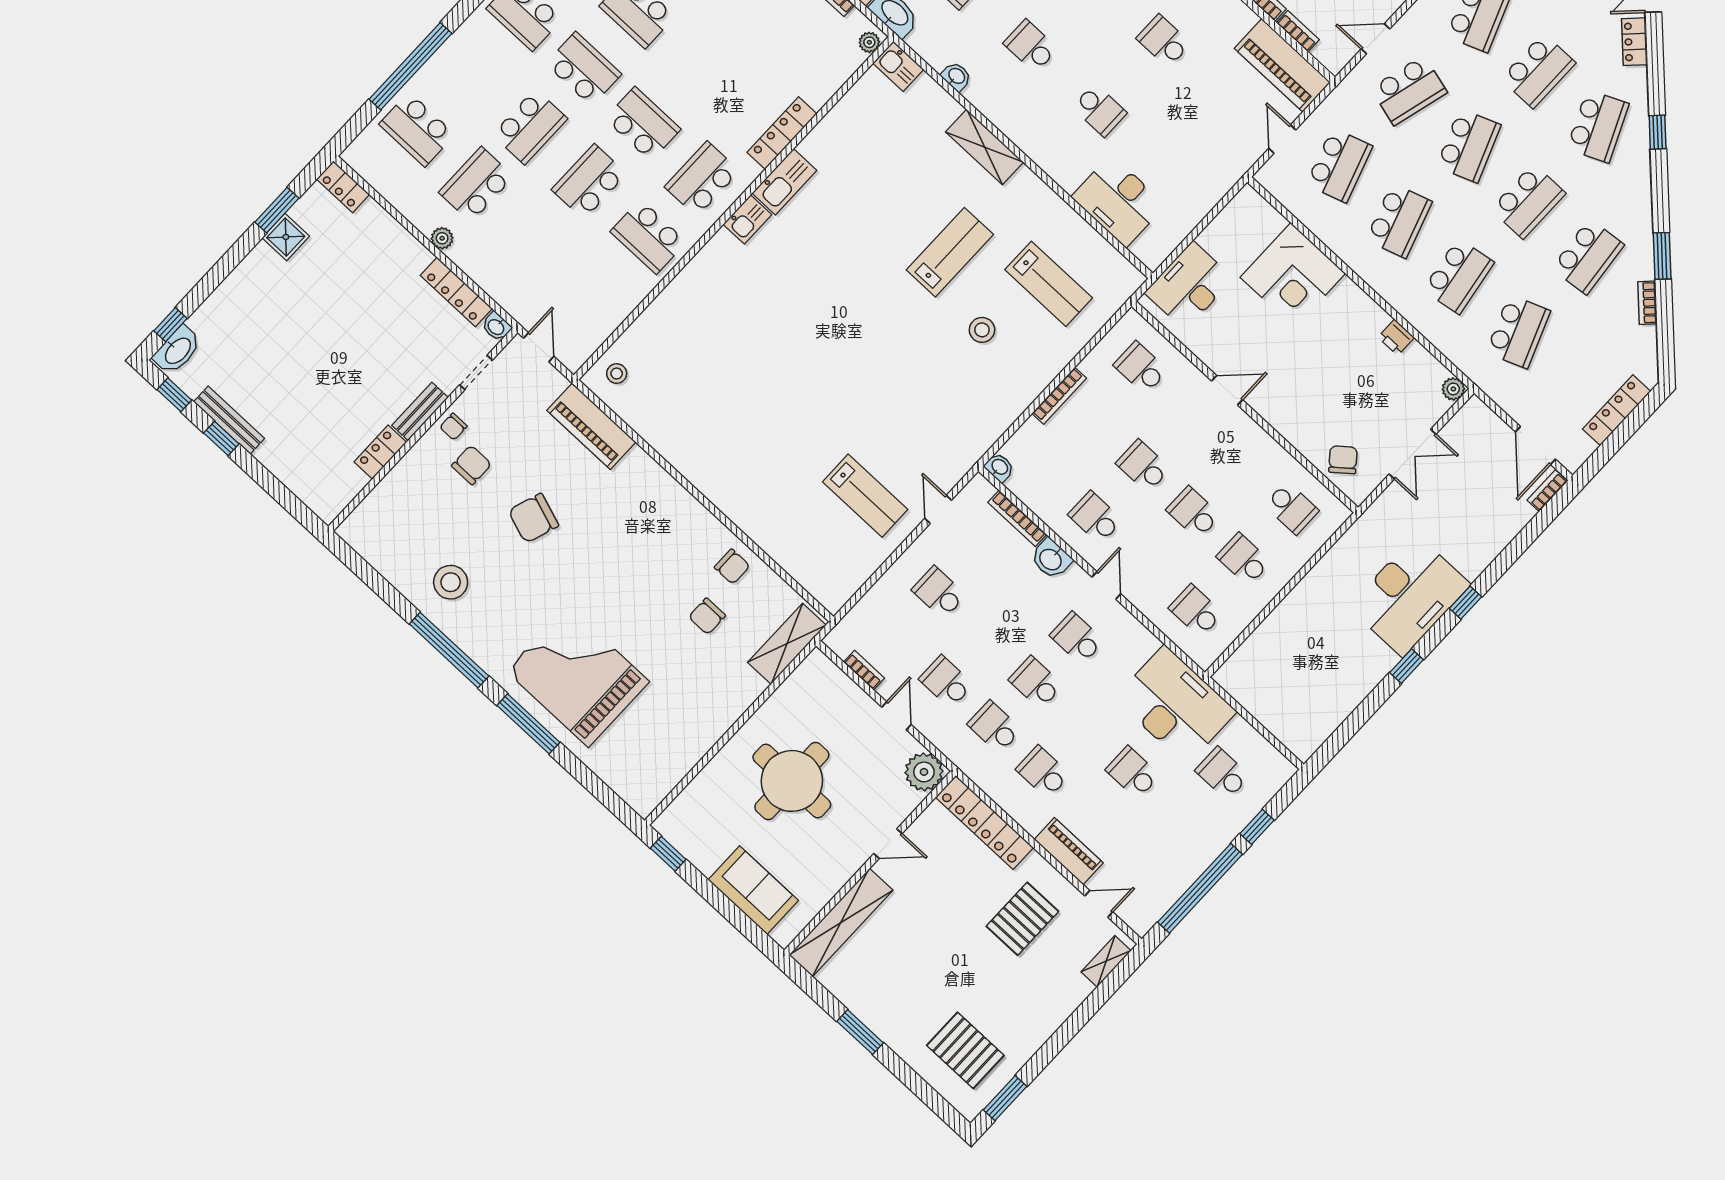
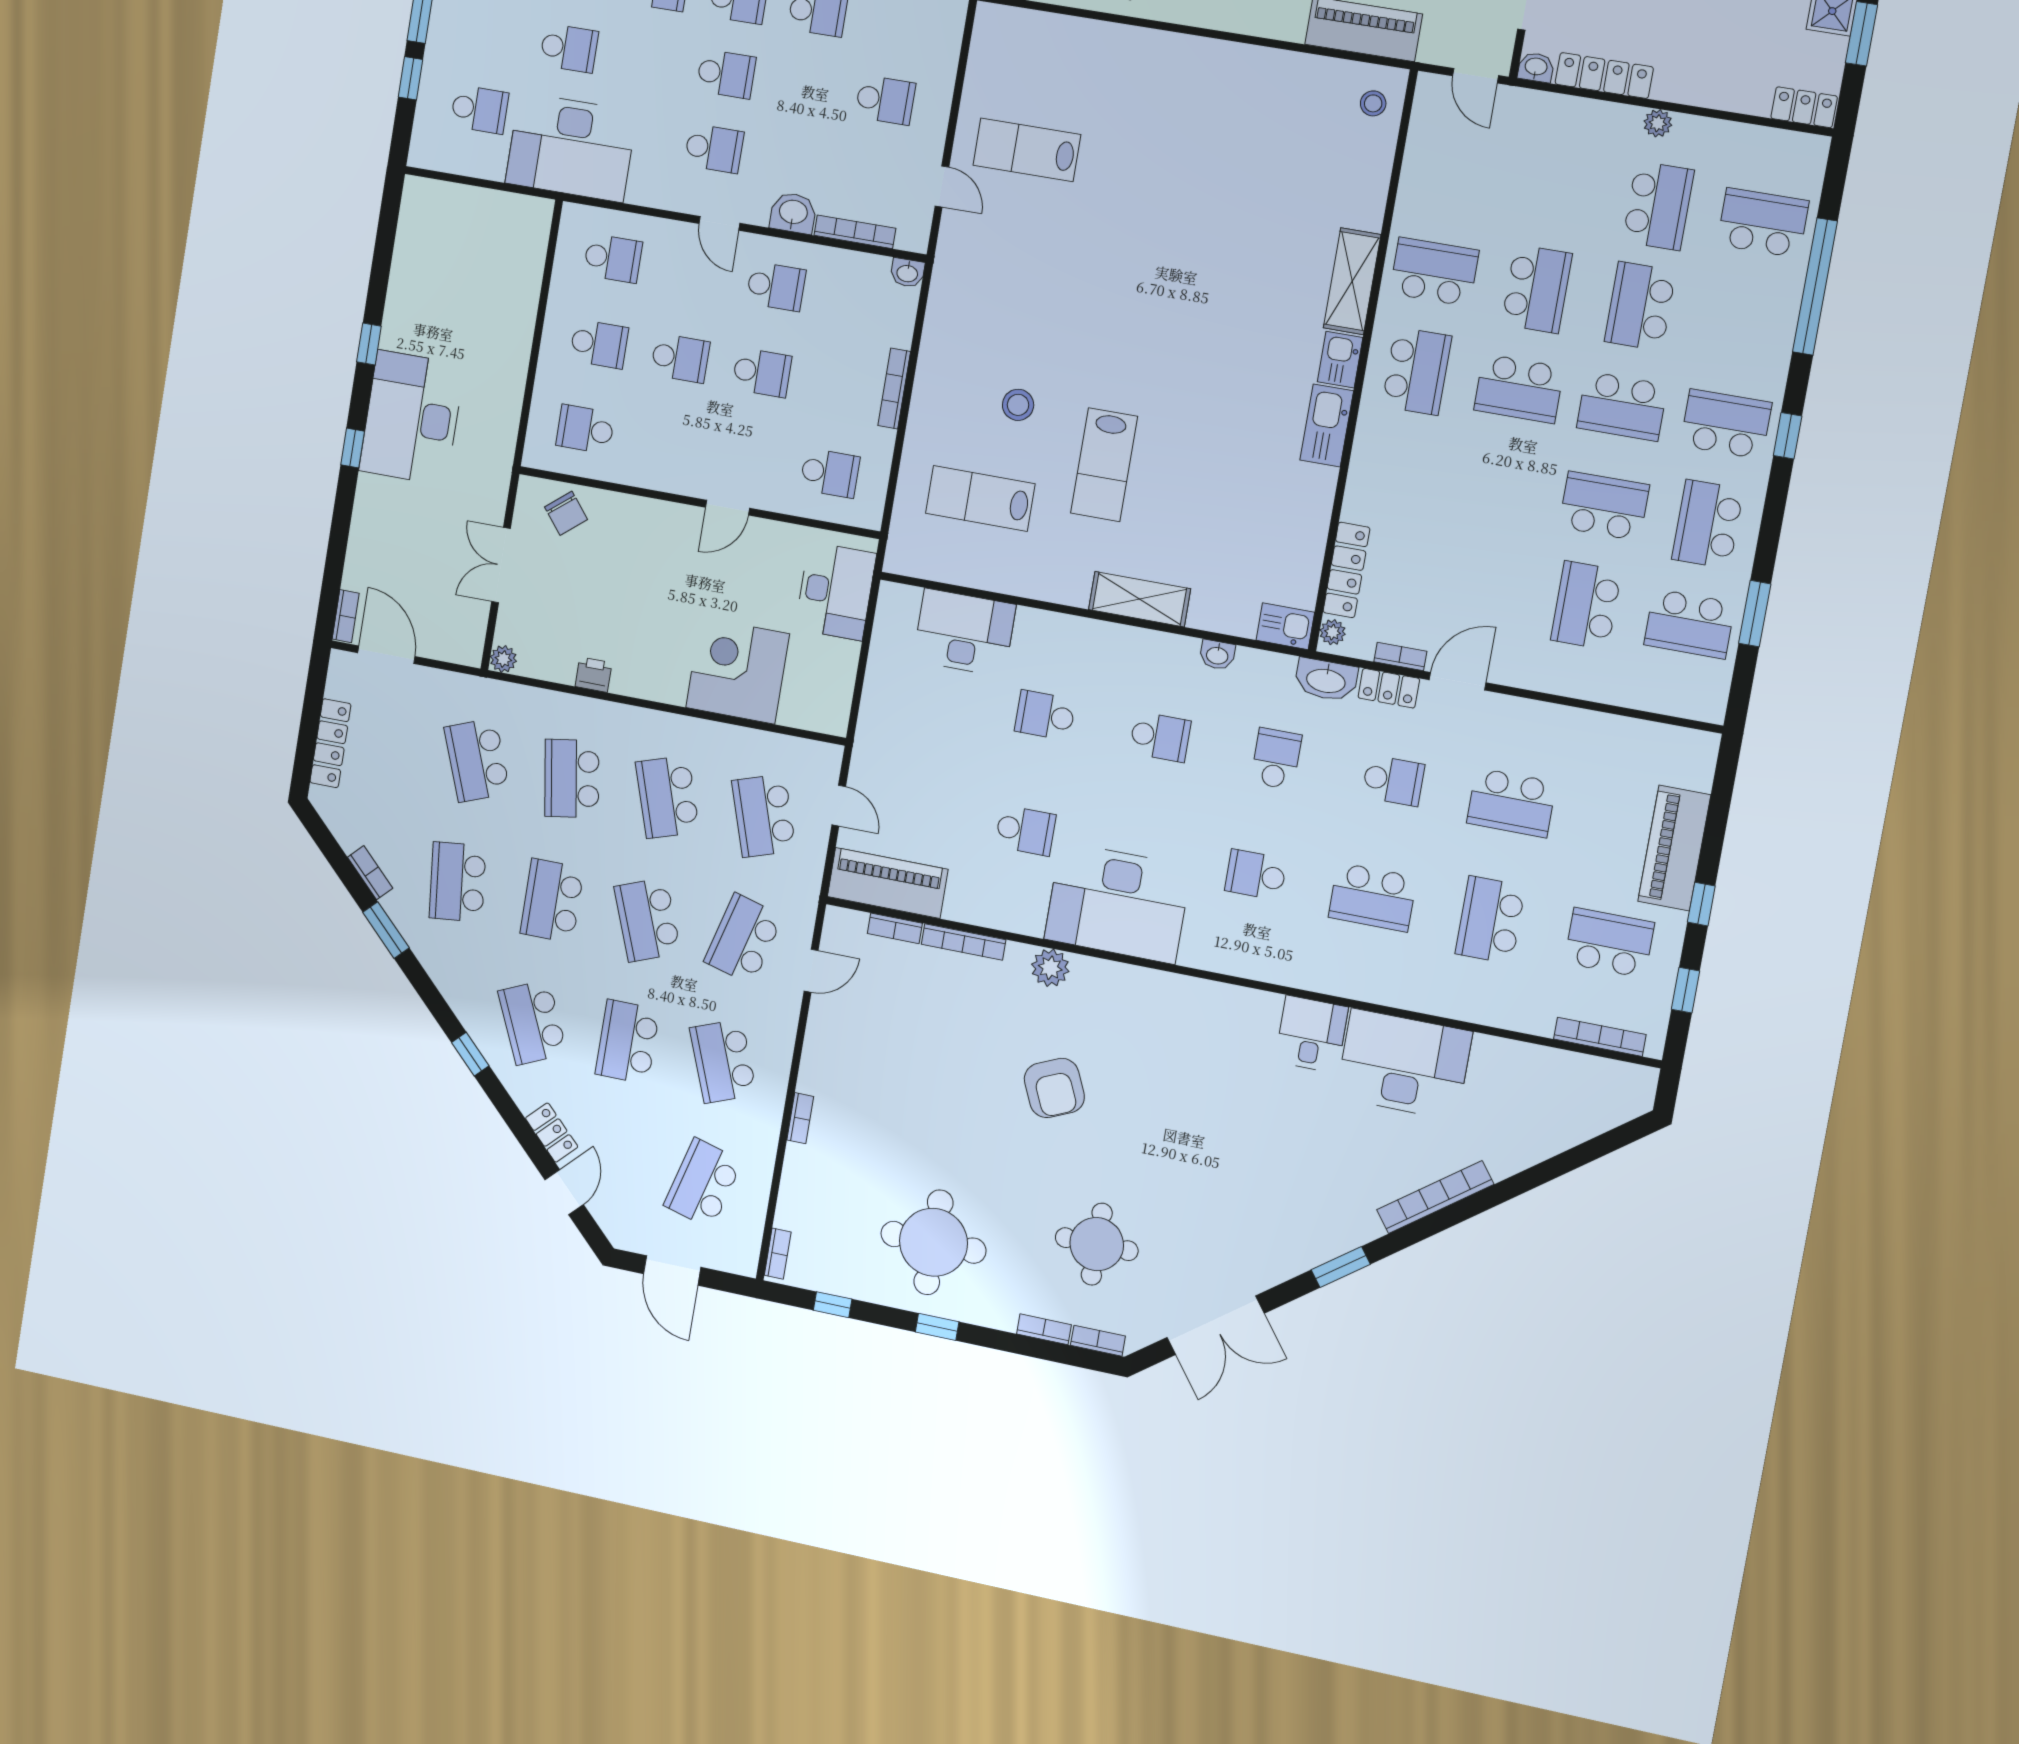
locker: (782, 133) -> (1346, 570), moved
shelving: (706, 266) -> (1352, 281), added

